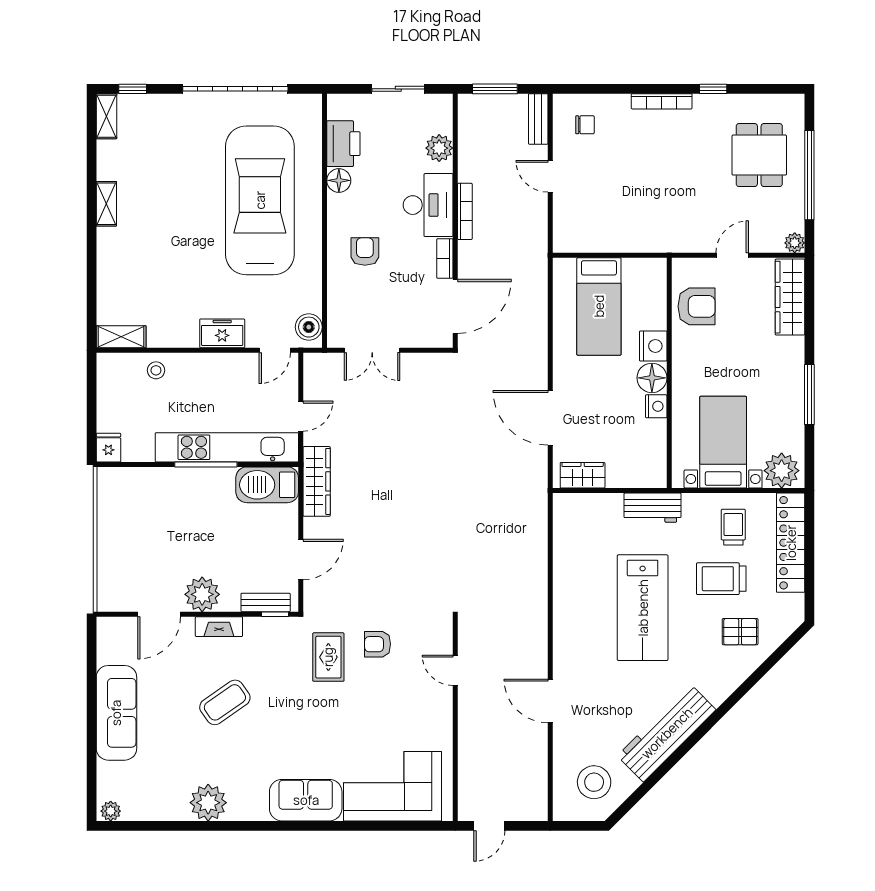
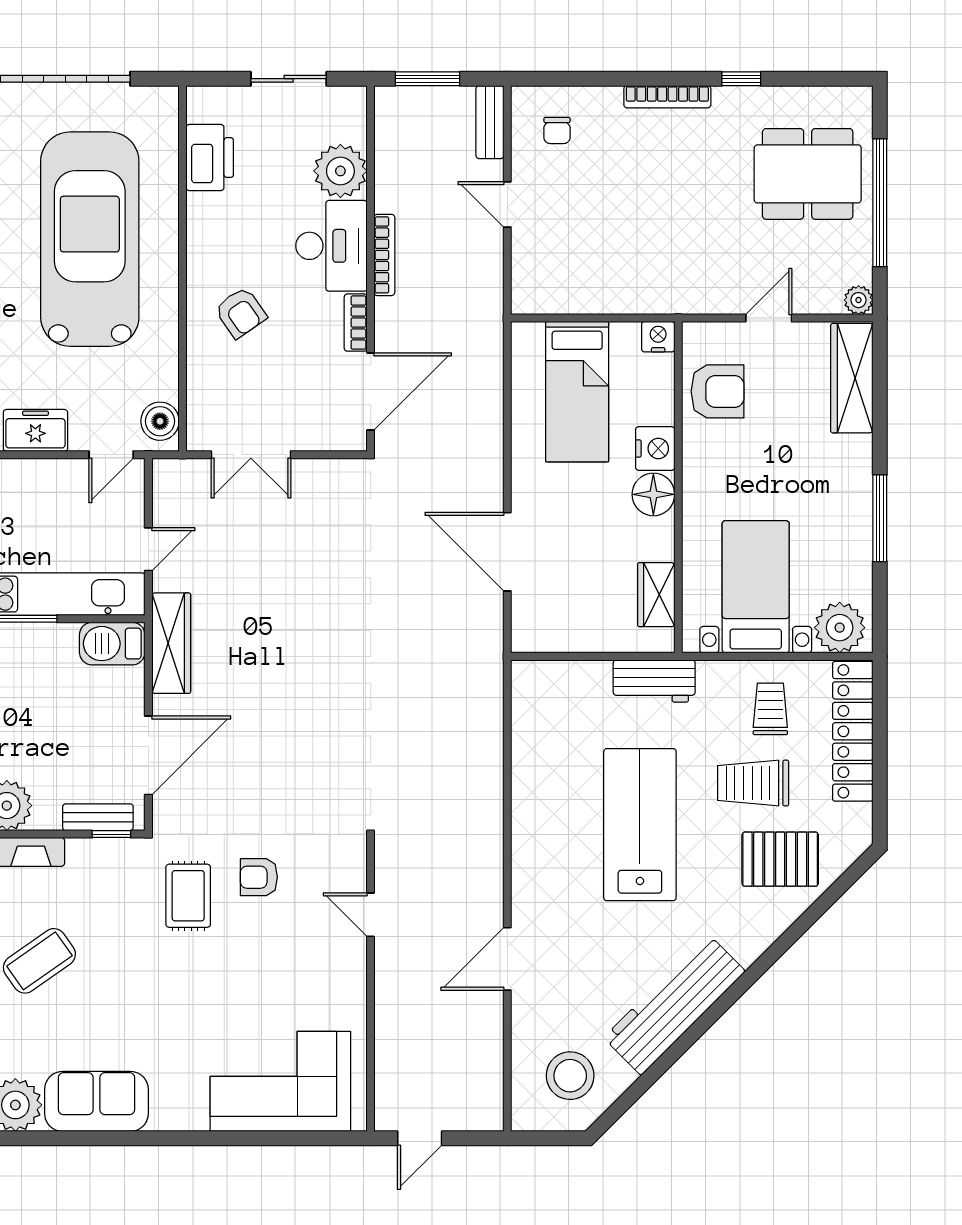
chair: (585, 125) -> (557, 130), turned 90
plant: (439, 148) -> (340, 171), width x1.36, depth x1.36
dining table: (759, 155) -> (808, 174), width x1.38
floor lamp: (339, 180) -> (203, 211), removed
armchair: (365, 252) -> (241, 313), turned 145
nightstand: (656, 406) -> (658, 337), moved, turned -90
wardrobe: (583, 475) -> (656, 595), moved, turned -90
barbecue: (267, 485) -> (112, 644), width x0.73, depth x0.83
door: (301, 559) -> (148, 755), width x1.36
lab bench: (643, 608) -> (640, 825), turned 180
pallet: (740, 632) -> (780, 859), width x1.50, depth x1.42
door: (550, 701) -> (507, 959), hinge flipped
sofa: (306, 800) -> (96, 1101), moved

